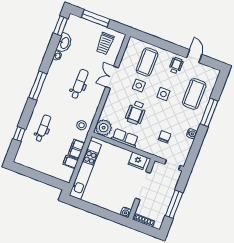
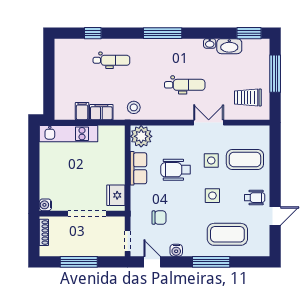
door: (193, 153) -> (152, 262), added
kitchen unit: (85, 170) -> (69, 134), width x0.73

